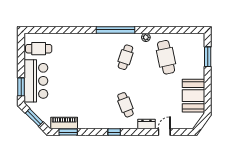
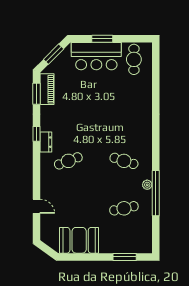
window: (116, 30) -> (156, 193), moved
cafe table: (166, 57) -> (124, 208), width x0.73, depth x0.74
window: (21, 87) -> (102, 39), moved
dresser: (146, 124) -> (46, 142), moved
window: (114, 132) -> (36, 134), moved

